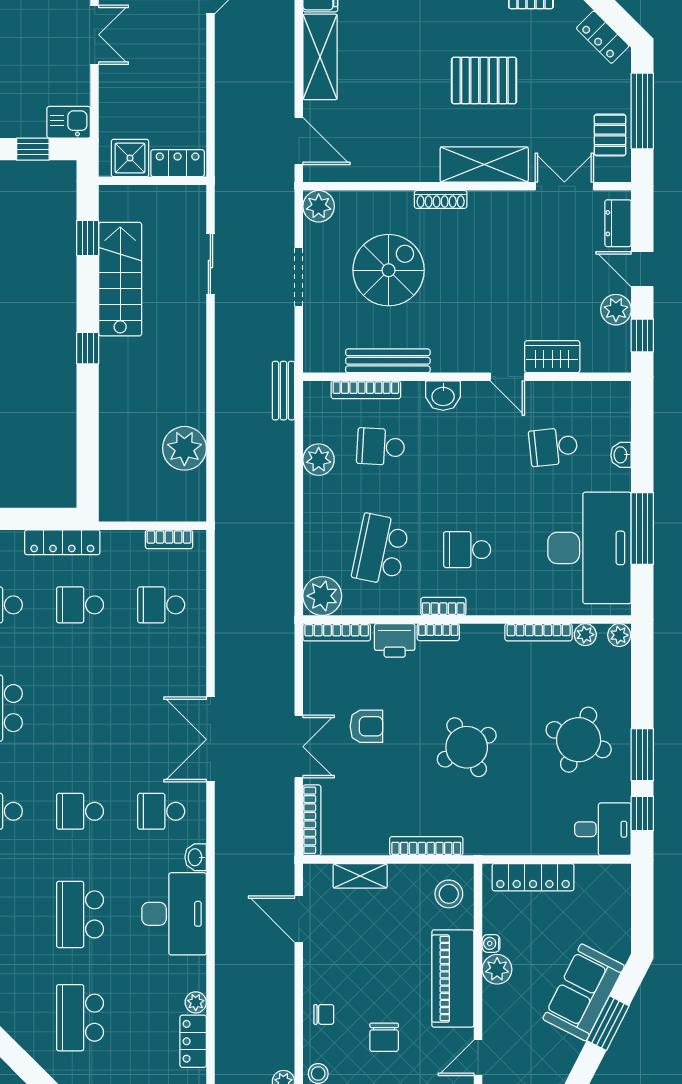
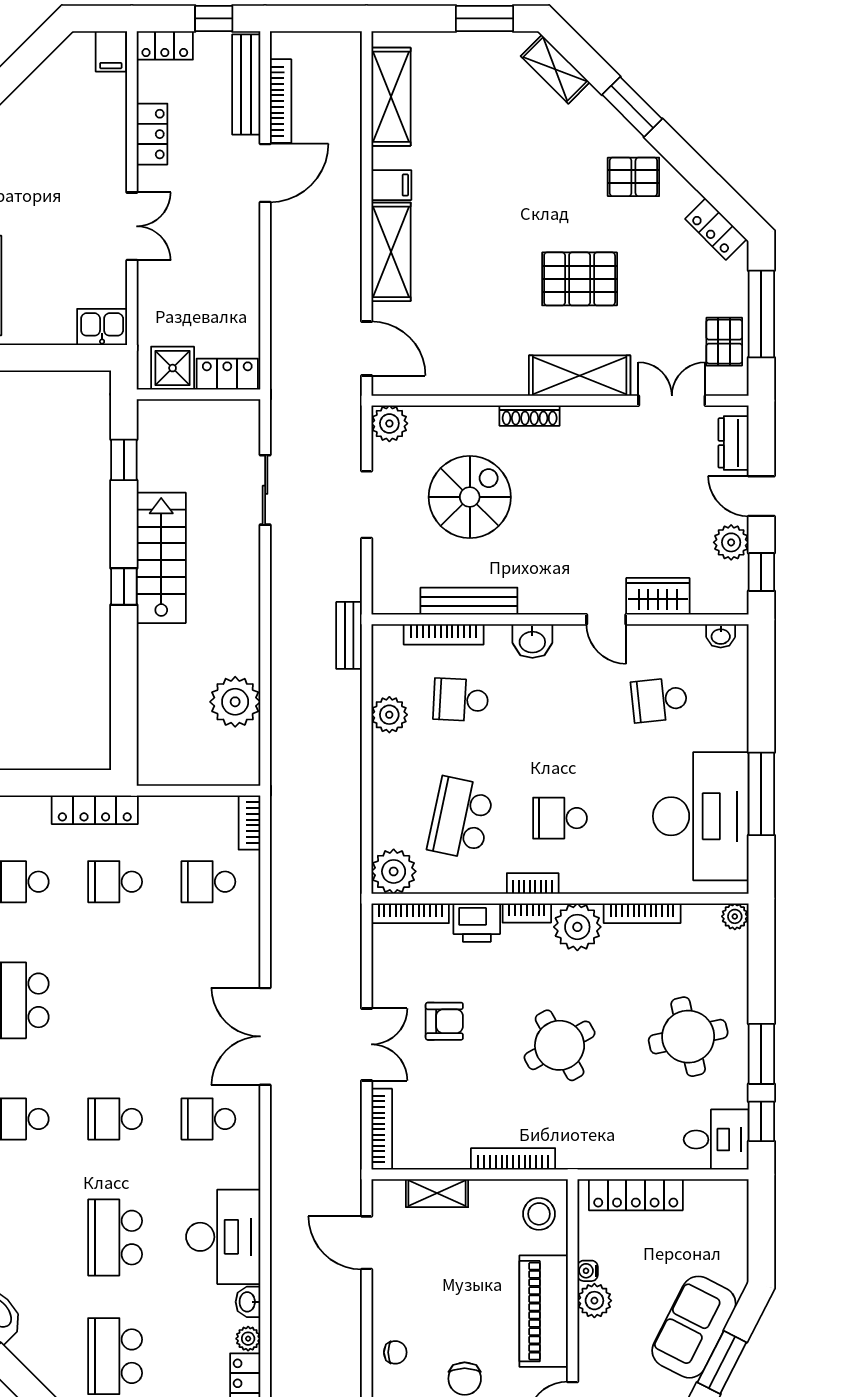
window: (33, 149) -> (61, 358), removed
stairs: (120, 279) -> (161, 558), moved
washbasin: (621, 455) -> (721, 636), moved, turned -90
bookcase: (169, 539) -> (249, 823), moved, turned 90
plant: (585, 635) -> (577, 927), moved, width x1.87, depth x1.87
round table: (579, 740) -> (688, 1037), turned -35
washbasin: (196, 857) -> (248, 1302), moved

